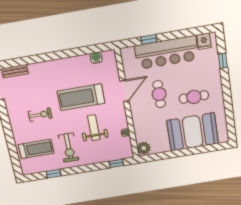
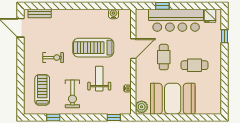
booth: (193, 132) -> (173, 99), moved
treadmill: (36, 149) -> (42, 90), turned -90

